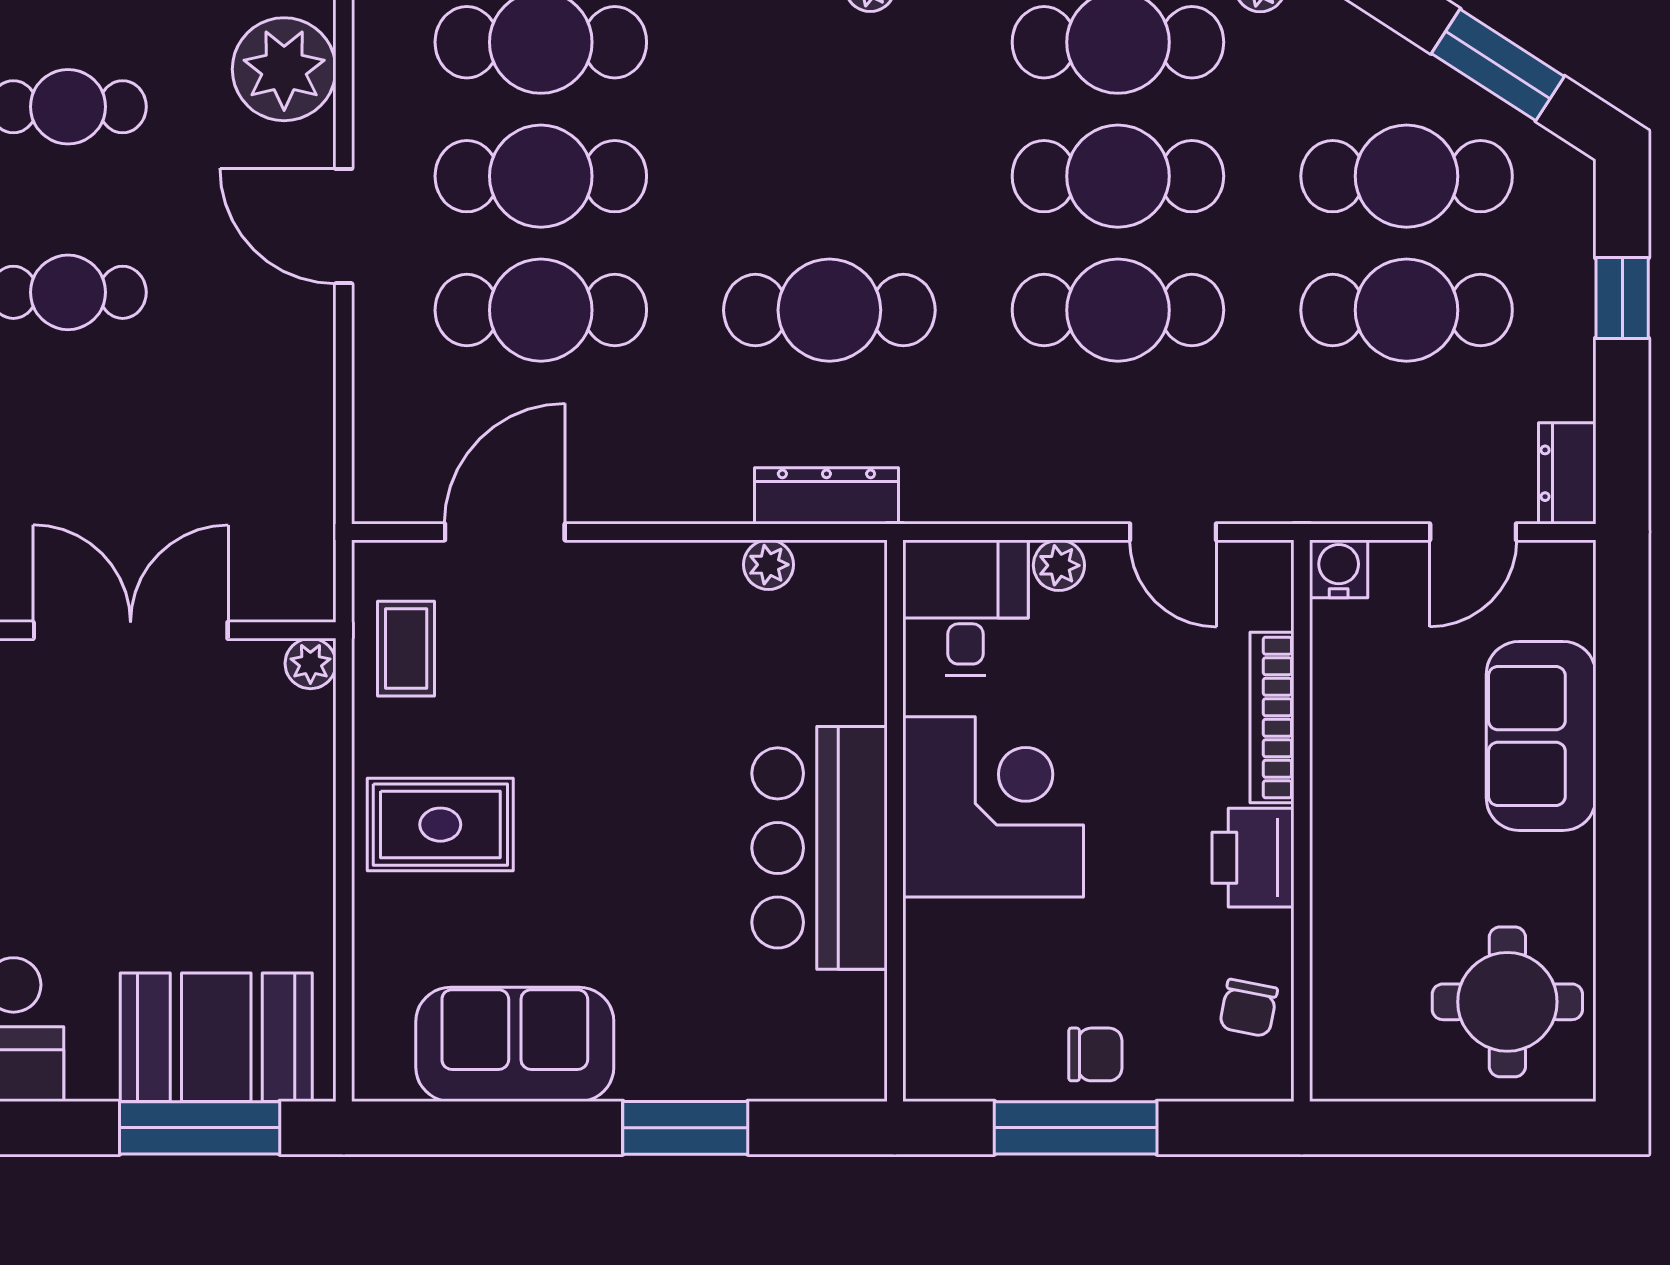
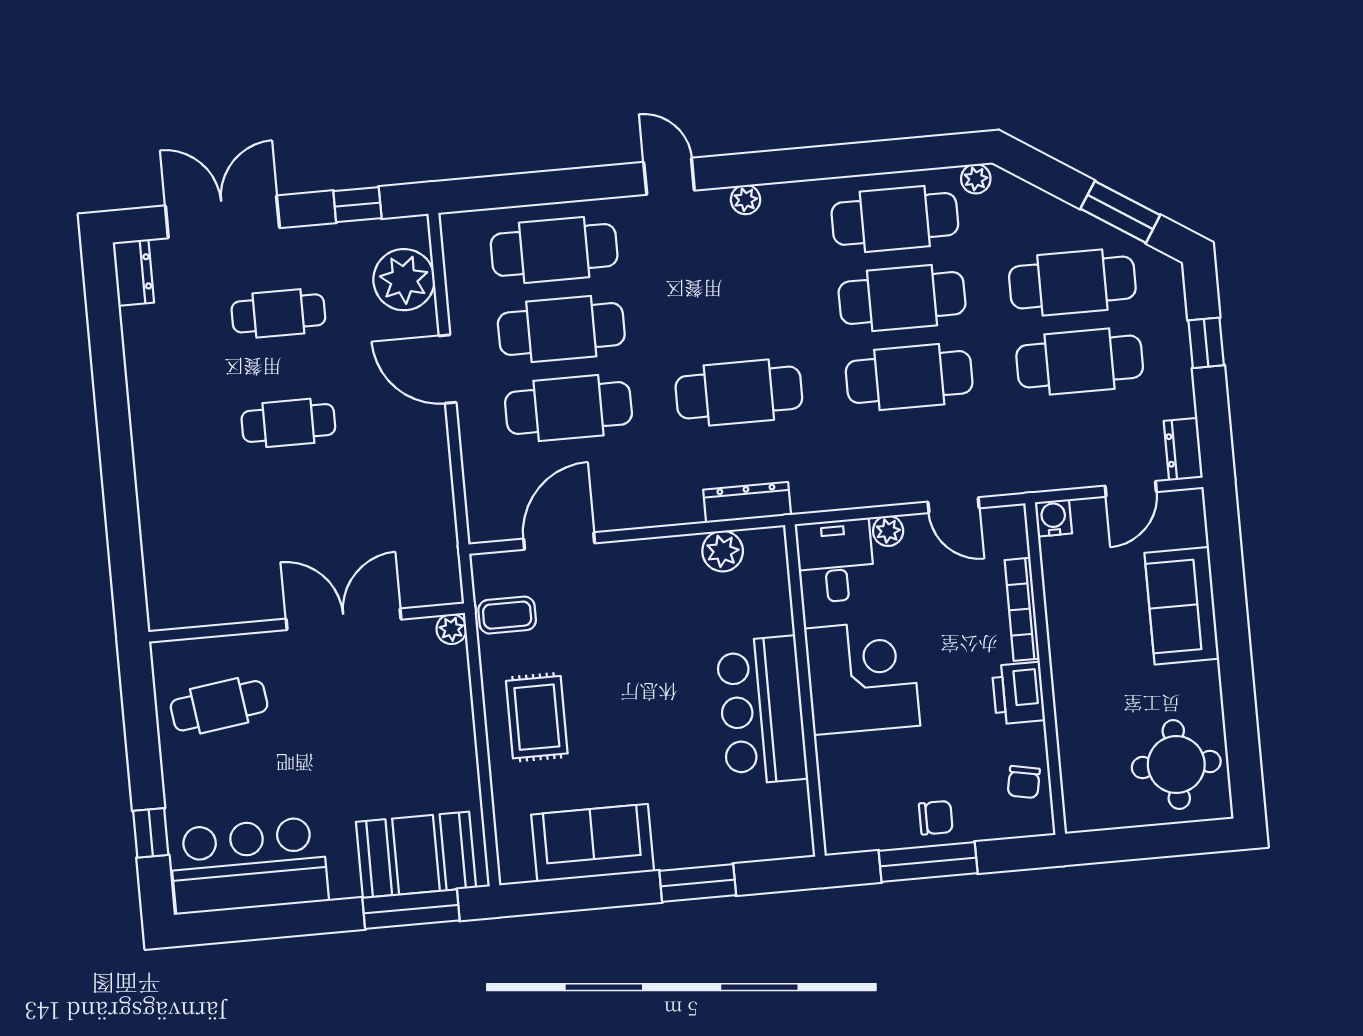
plant: (768, 565) -> (723, 551), width x1.38, depth x1.38
coffee table: (406, 649) -> (507, 615), turned 90
rug: (440, 825) -> (537, 717), turned 90

